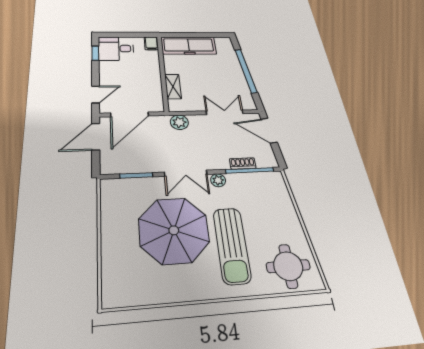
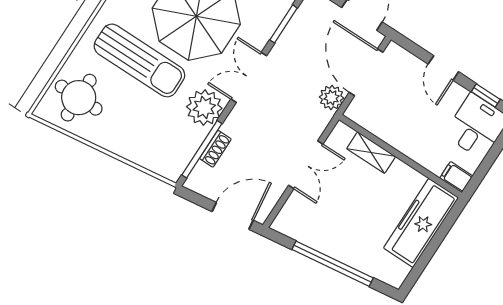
door: (96, 95) -> (443, 68), moved
double door: (225, 112) -> (306, 165), moved
plant: (179, 122) -> (332, 97), moved
plant: (218, 180) -> (204, 108), width x1.88, depth x1.88
sun lounger: (232, 245) -> (139, 60), turned 180

